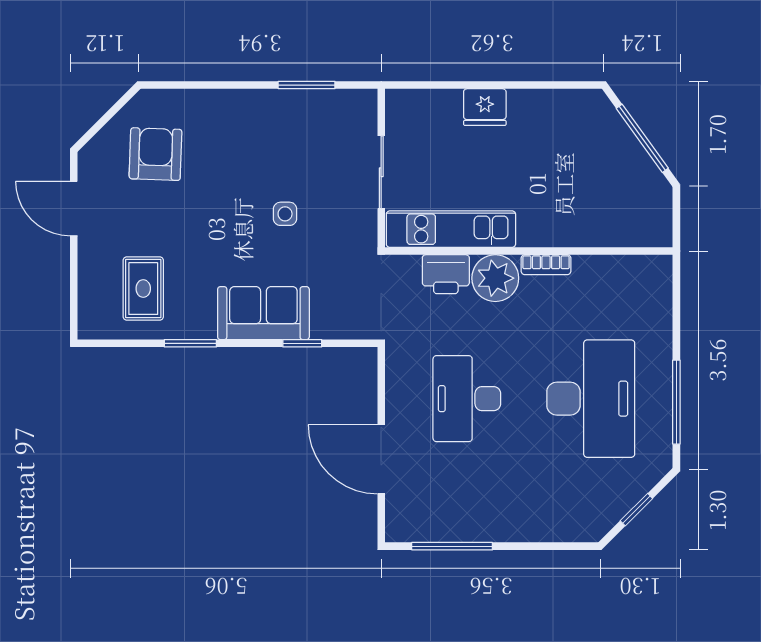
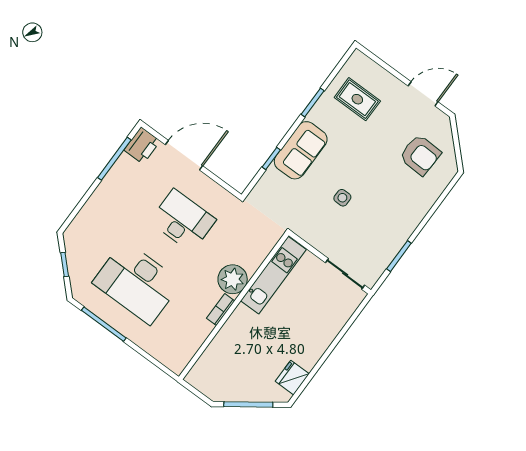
fridge: (485, 107) -> (292, 378), moved
sliding door: (381, 172) -> (345, 274), moved
printer: (446, 274) -> (142, 145), moved, turned 180

